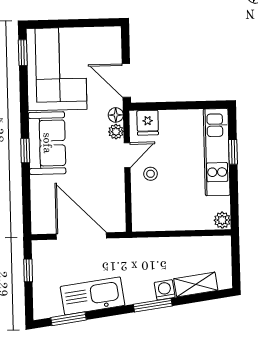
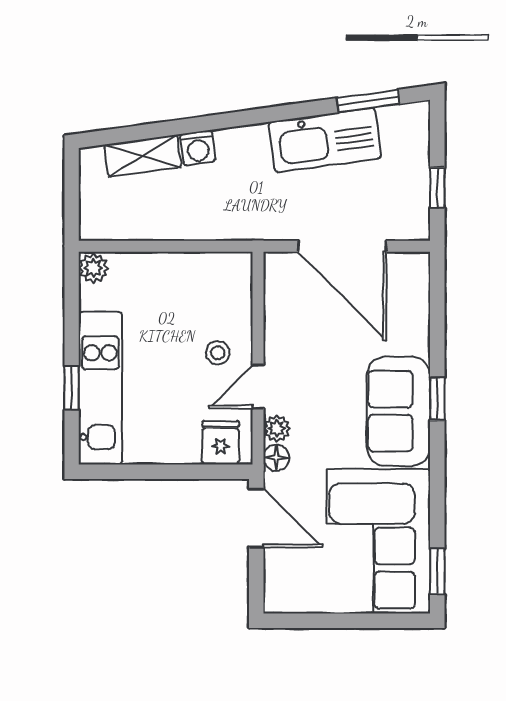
window: (153, 305) -> (219, 121), removed

